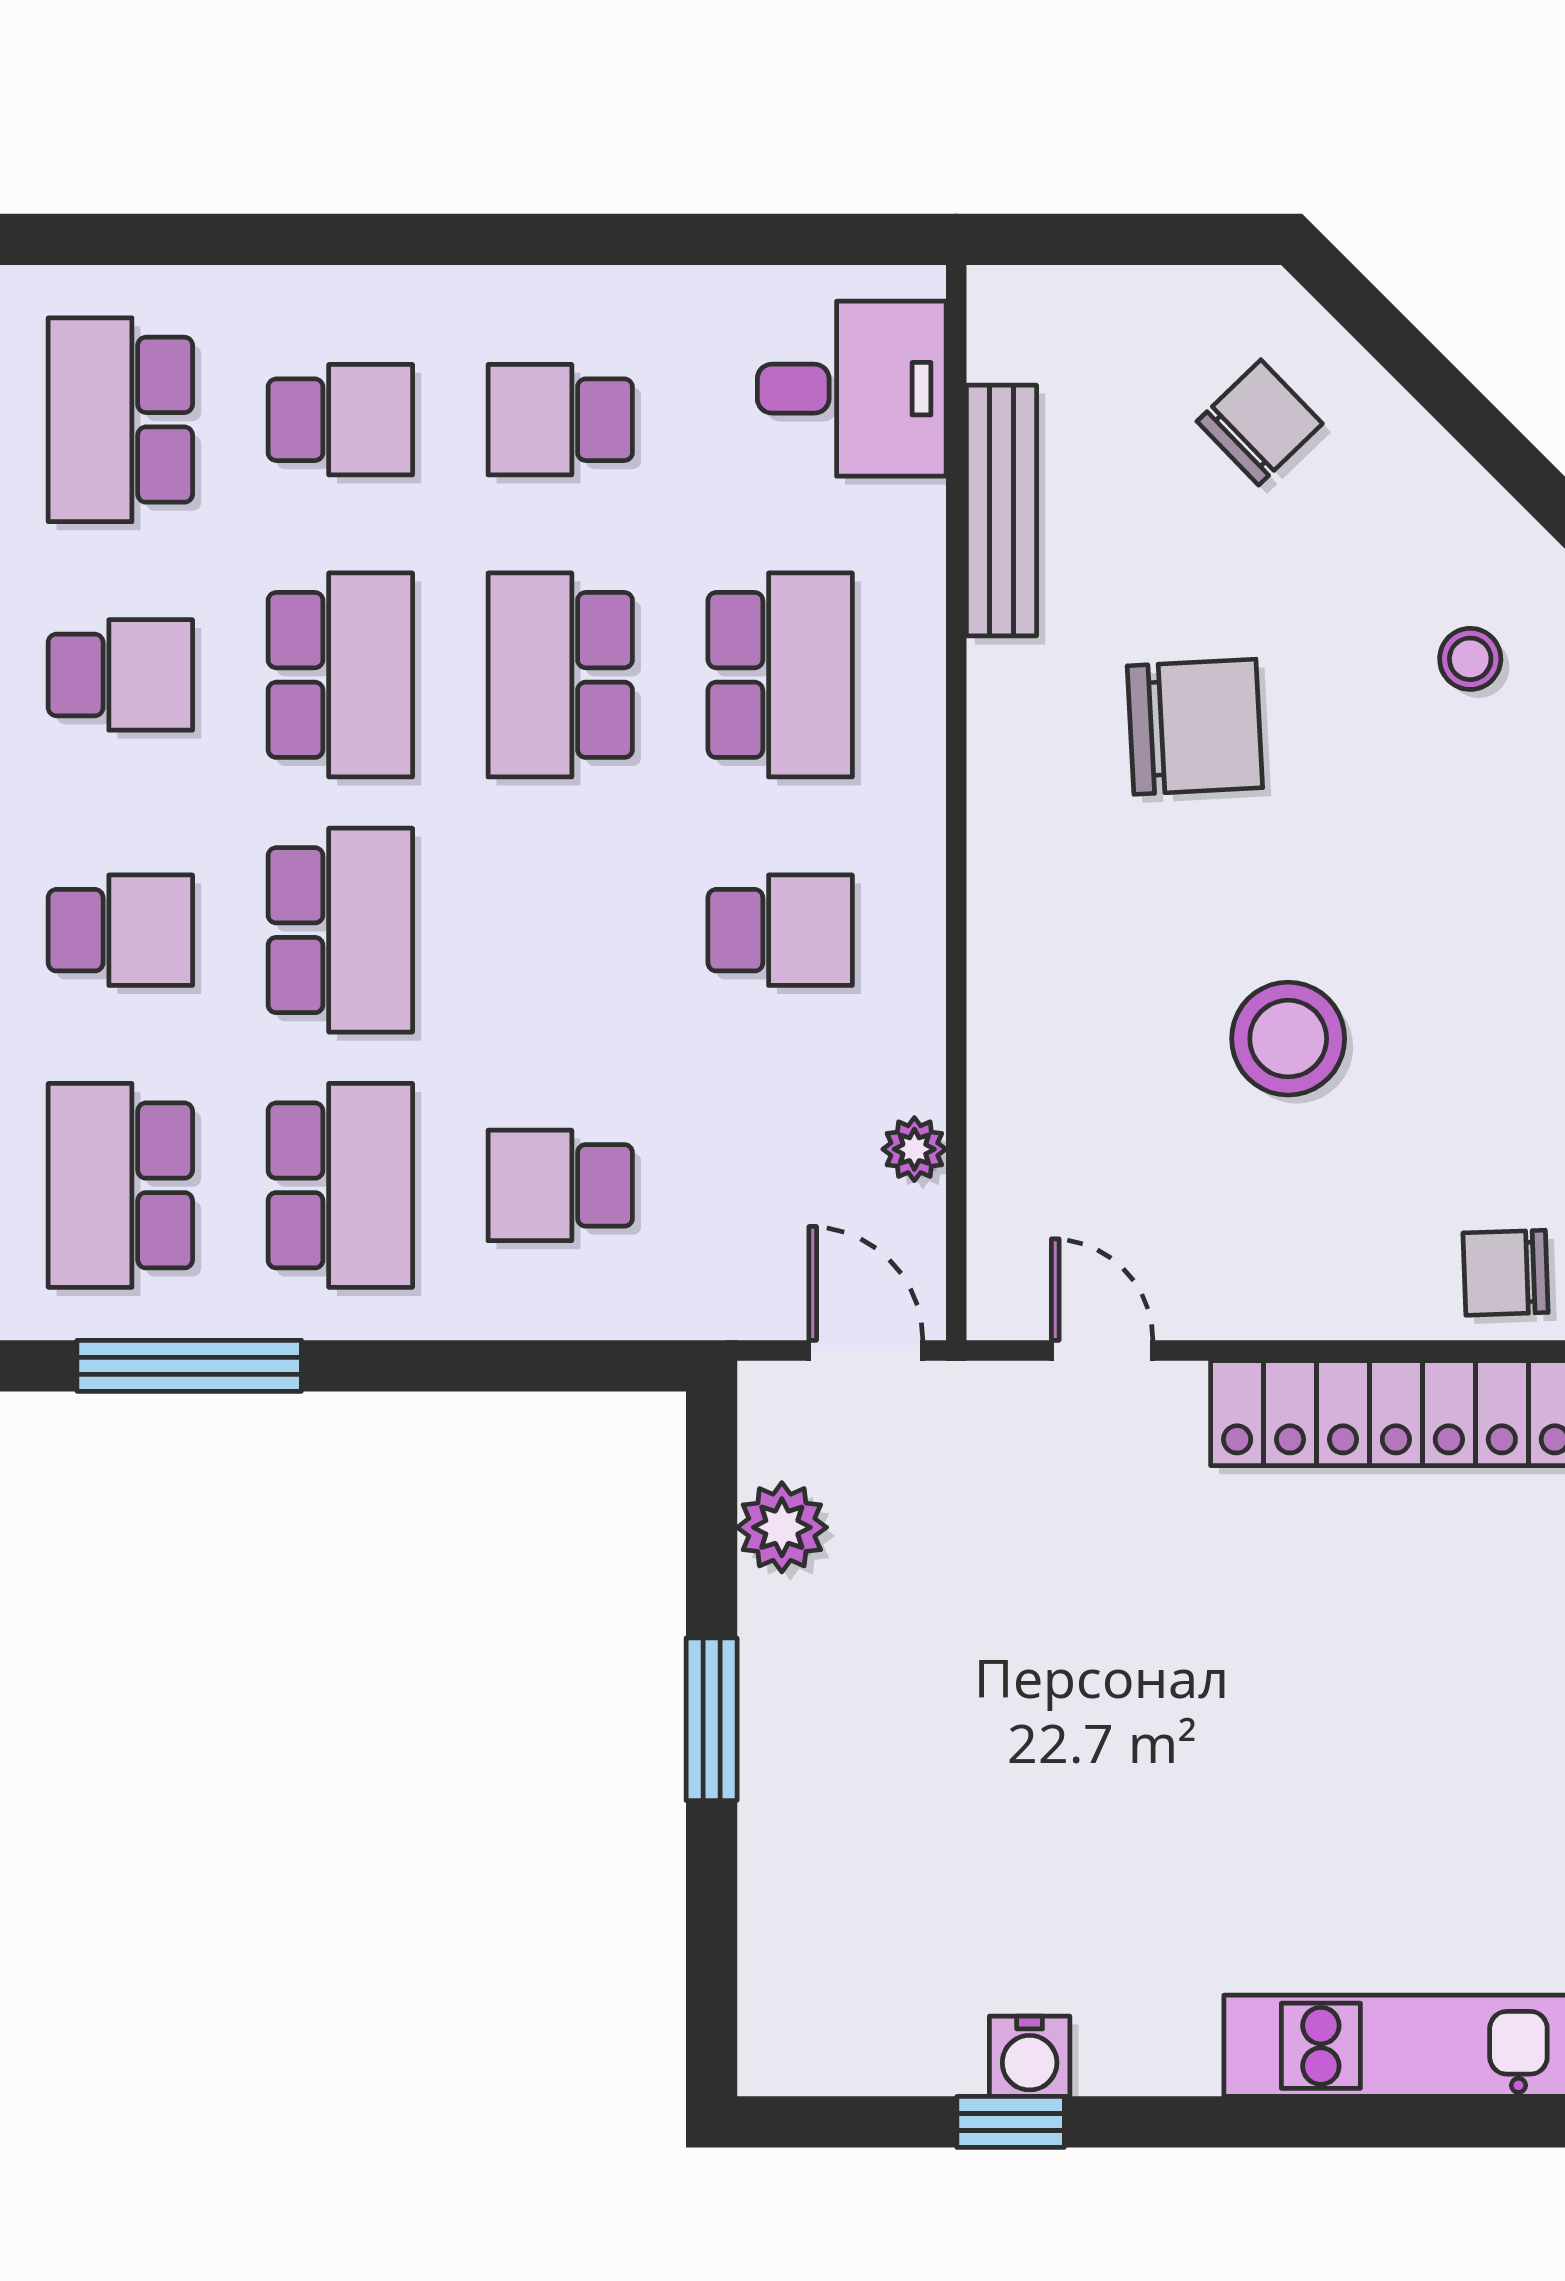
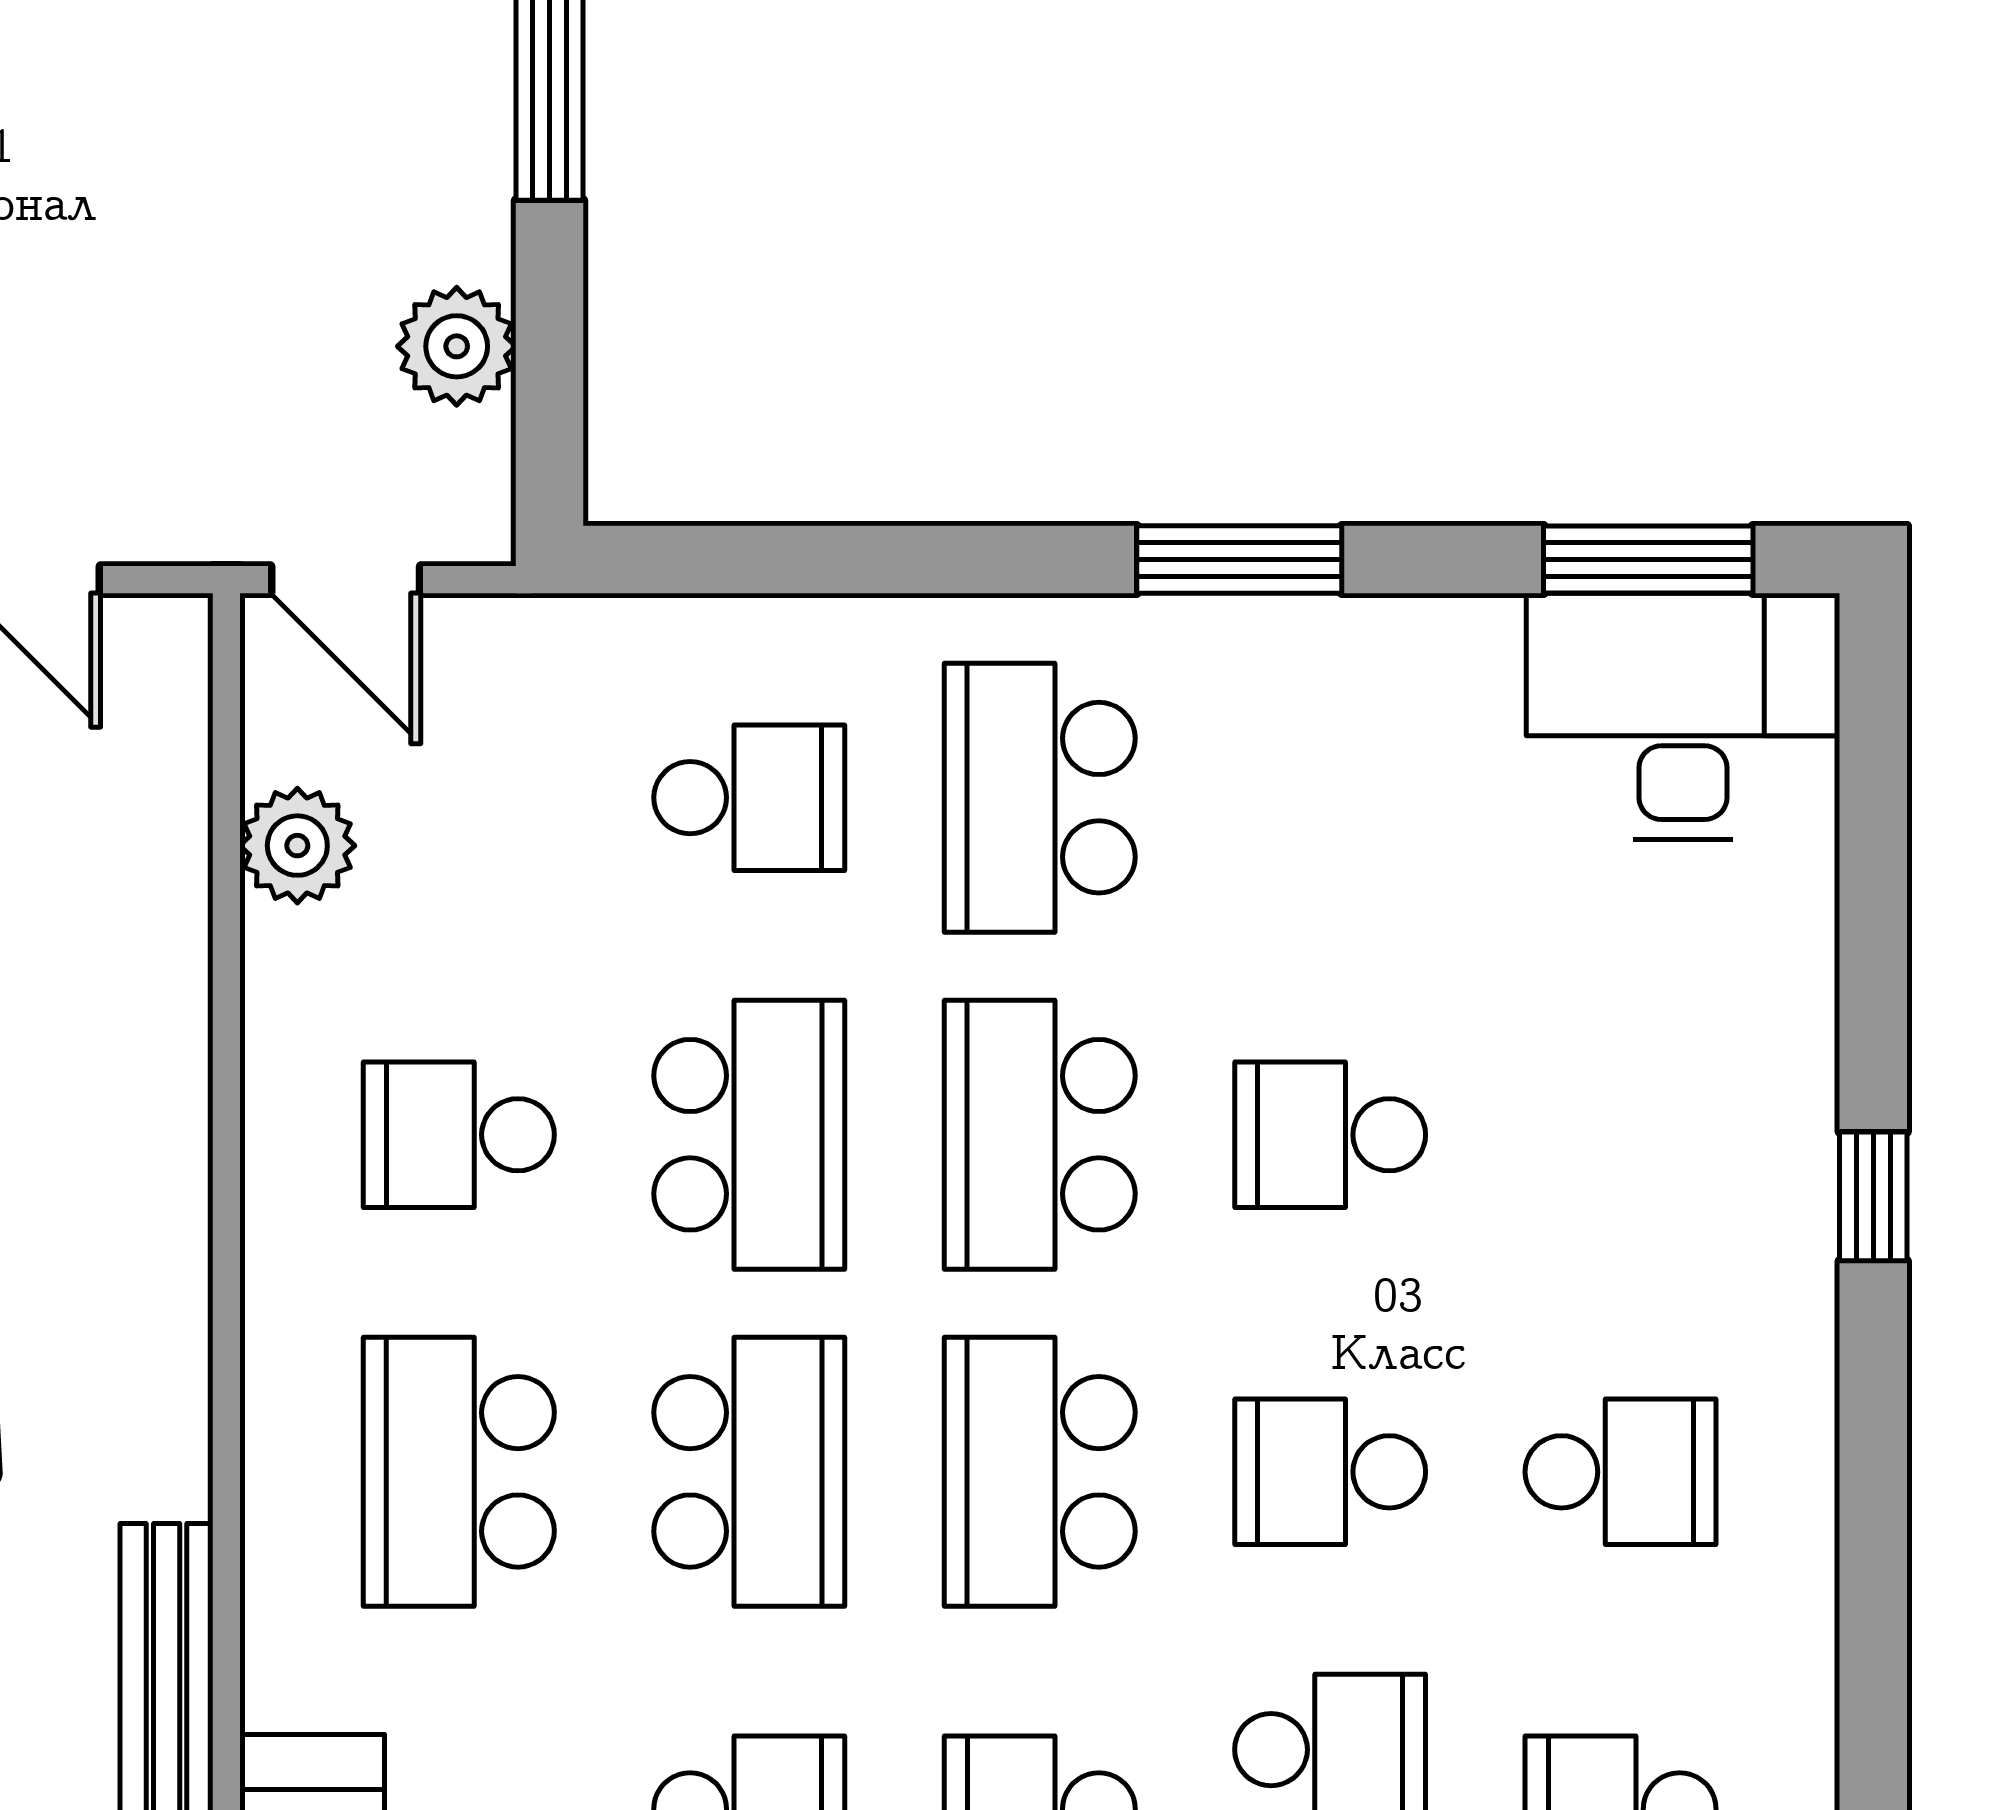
plant: (914, 1149) -> (297, 846), width x1.38, depth x1.38
school desk: (120, 1185) -> (749, 1135), moved
window: (189, 1366) -> (1239, 559), width x0.69

